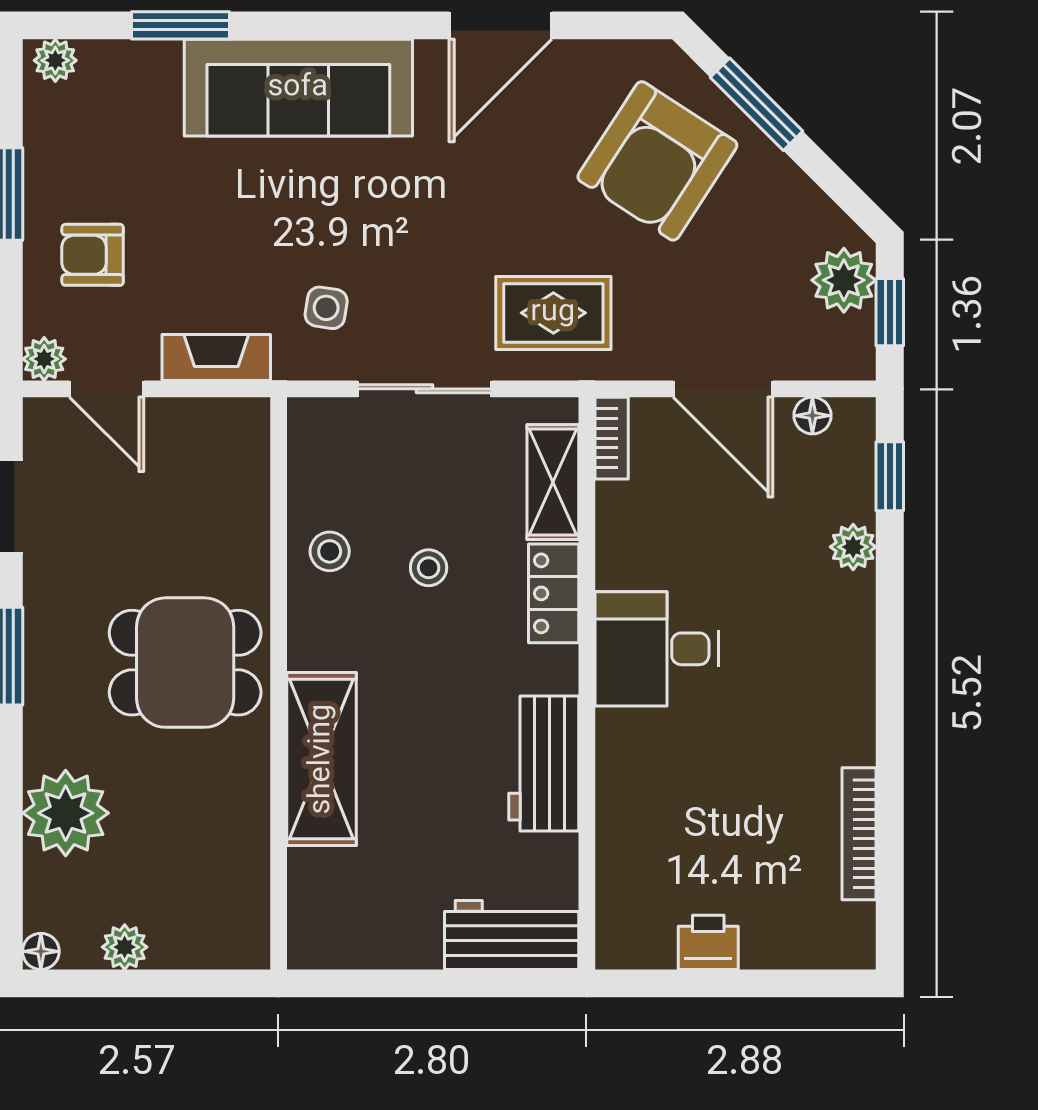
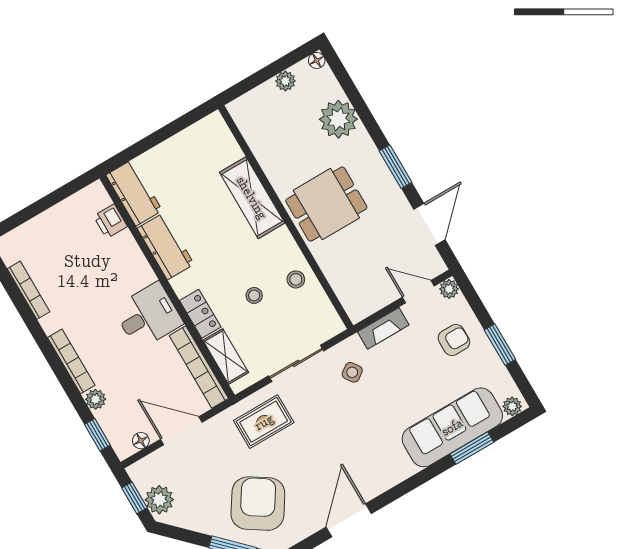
sofa: (298, 88) -> (452, 427), moved
side table: (326, 308) -> (352, 372), turned 45
bookcase: (612, 438) -> (199, 367), width x2.31, depth x1.31
bookcase: (857, 648) -> (71, 361), added
workbench: (512, 935) -> (134, 193), moved, turned -90
printer: (708, 942) -> (110, 221), moved, turned 90

